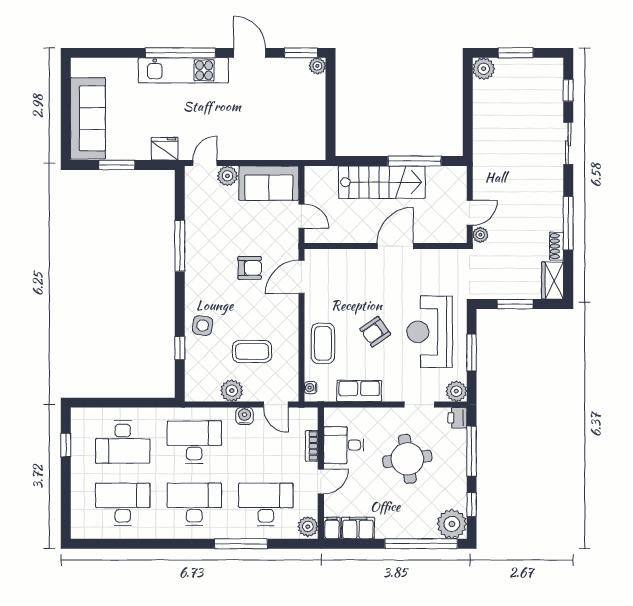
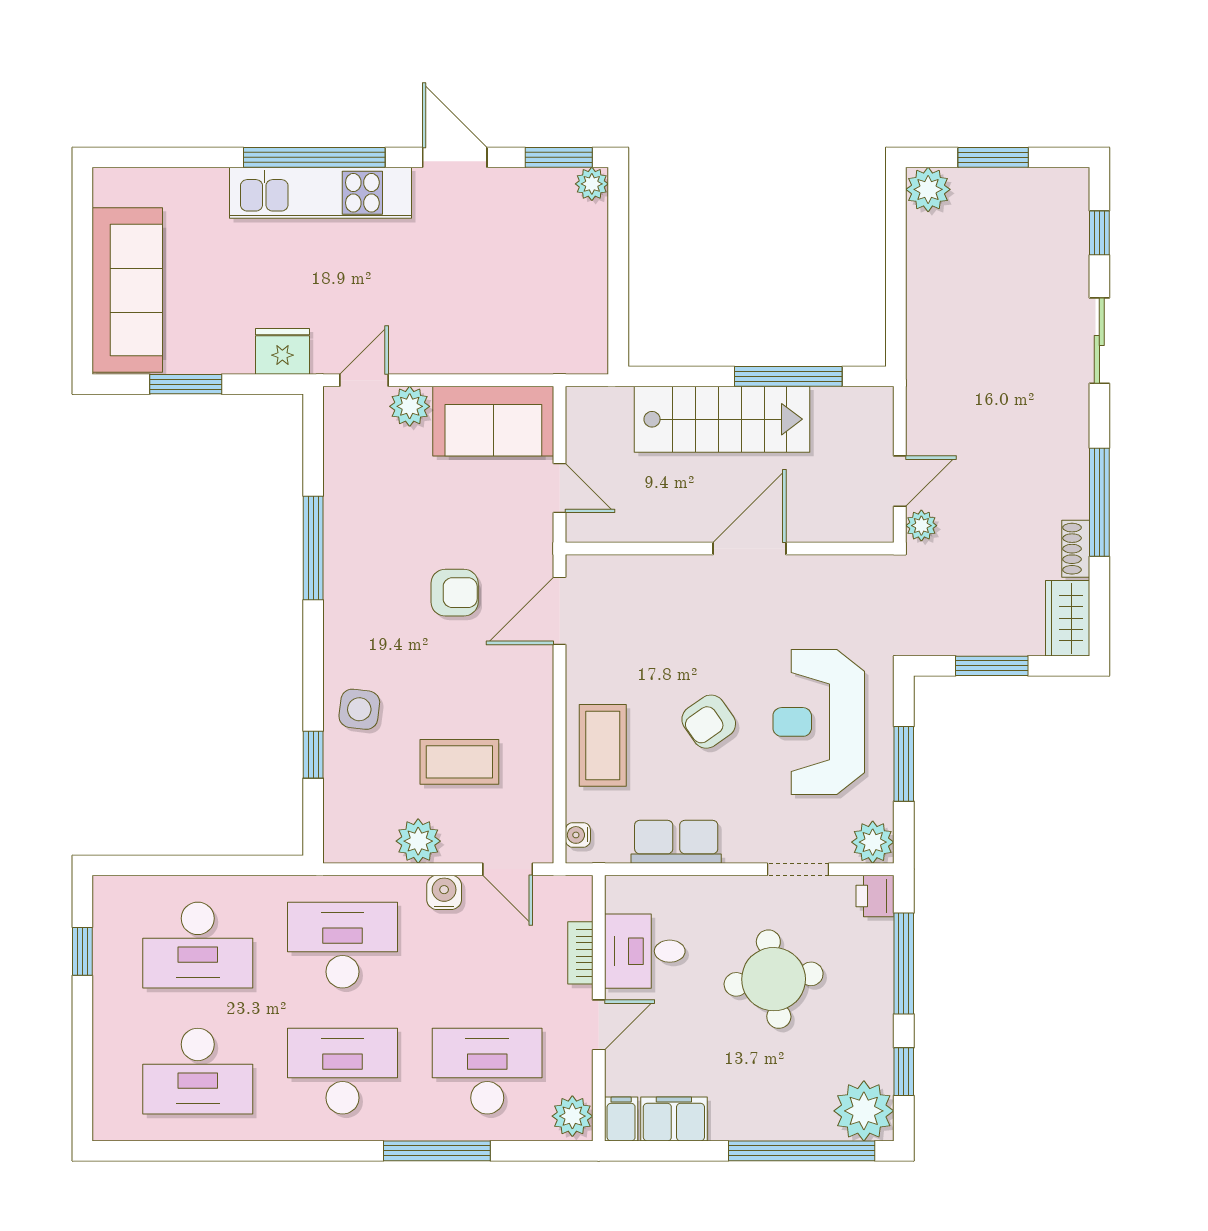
desk: (123, 504) -> (198, 1071), turned 180

